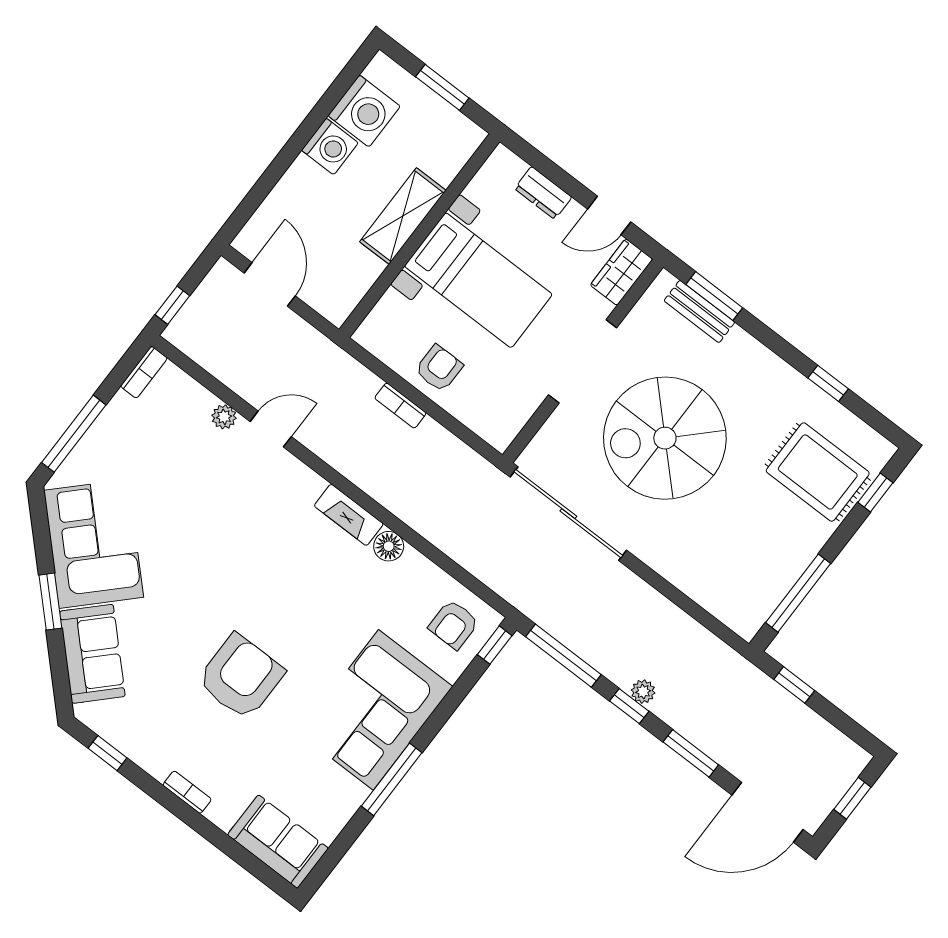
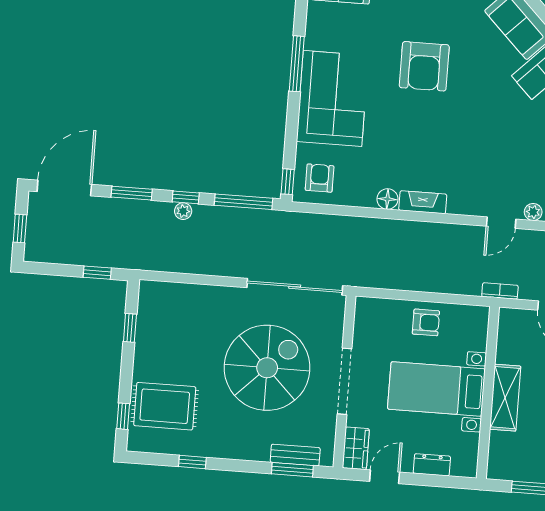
armchair: (439, 368) -> (426, 322), turned -90
bookcase: (400, 406) -> (500, 291), moved
window: (798, 593) -> (130, 328), width x0.46

